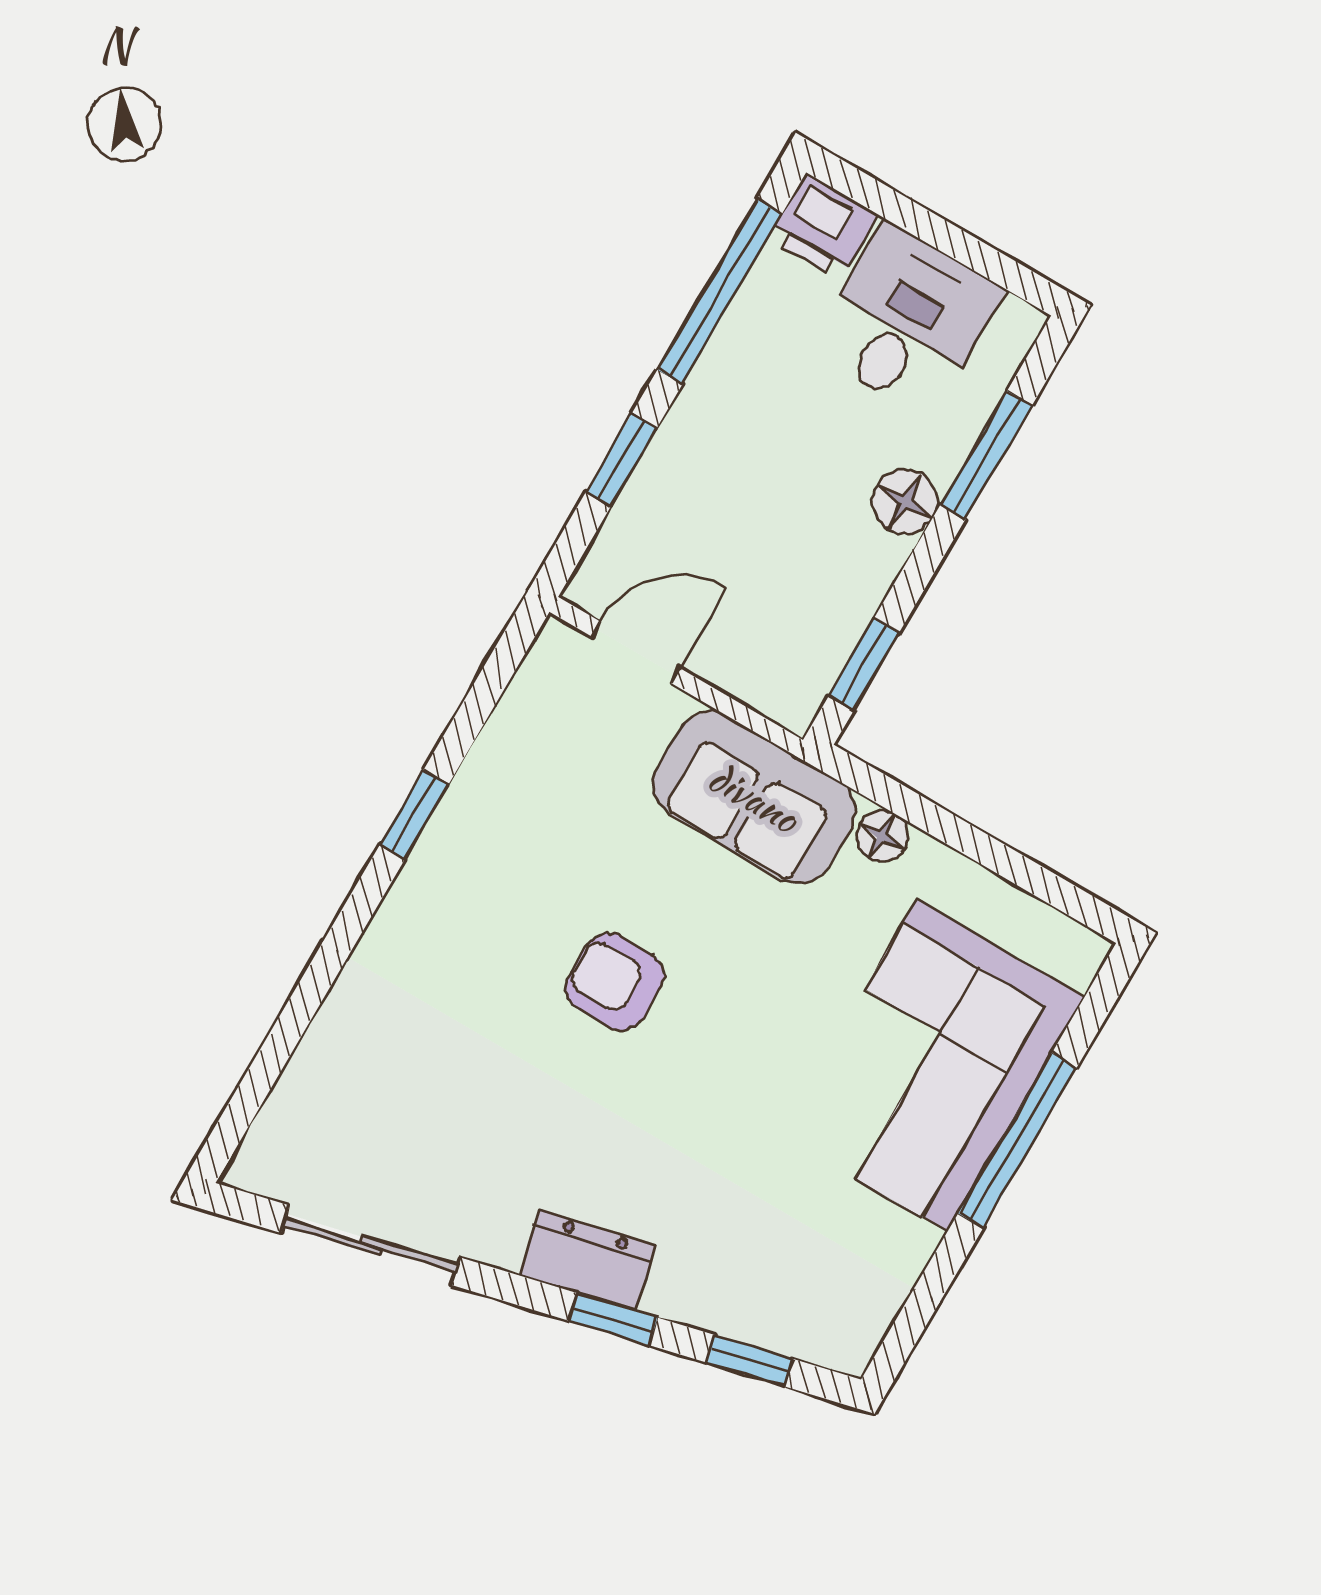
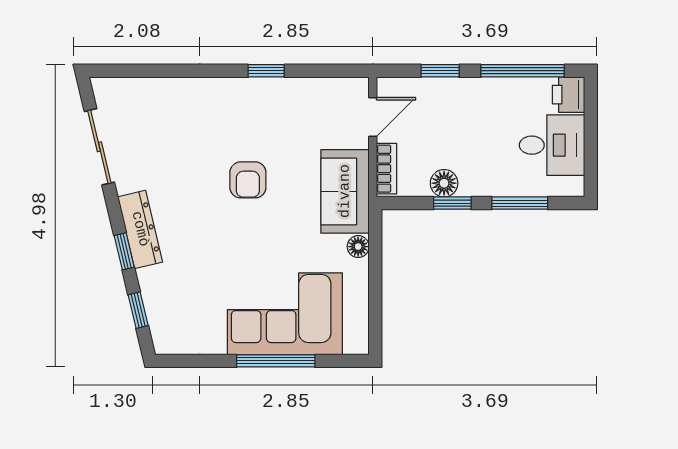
floor lamp: (905, 502) -> (444, 183), moved
door: (636, 652) -> (373, 117), hinge flipped
window: (864, 665) -> (452, 203), moved
bookcase: (757, 686) -> (387, 169), added
armchair: (615, 982) -> (248, 180), turned 180
dresser: (588, 1261) -> (140, 229), width x1.44

